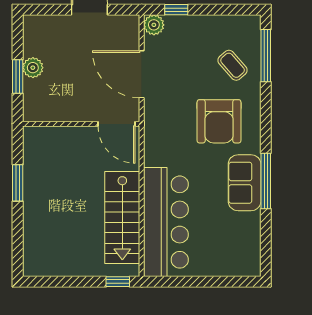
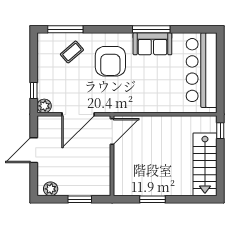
plant: (33, 68) -> (51, 189), moved
armchair: (219, 121) -> (110, 61), turned 90
stairs: (122, 217) -> (205, 164), moved, turned 90
bar counter: (166, 222) -> (202, 70), moved, turned -90

